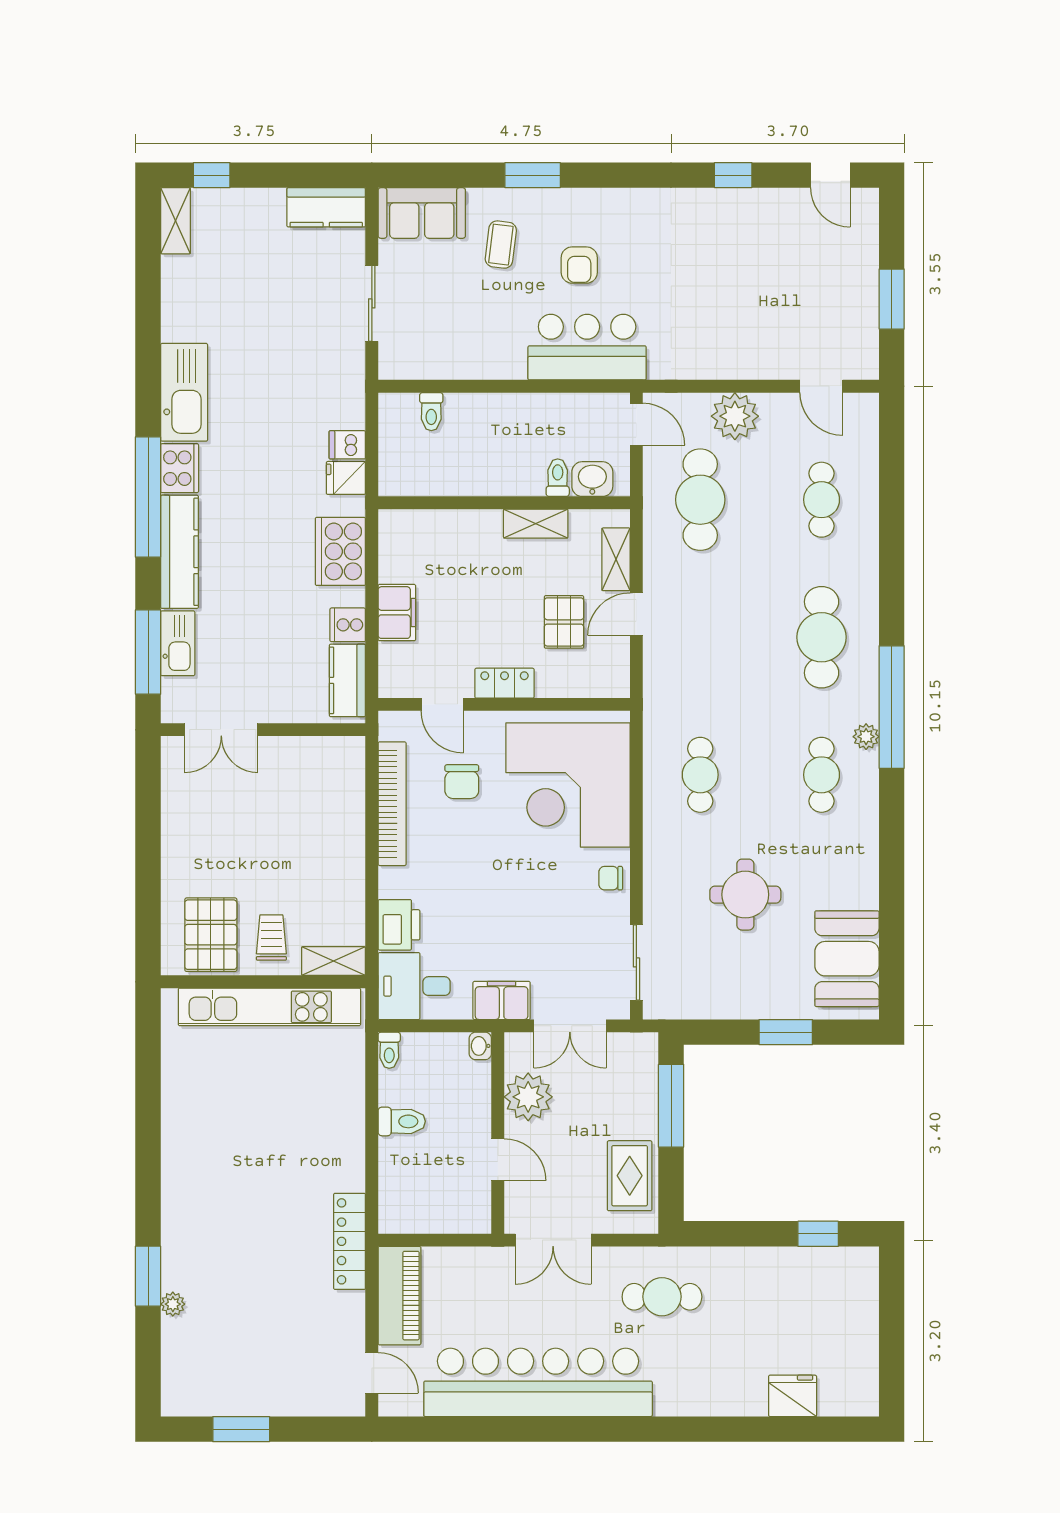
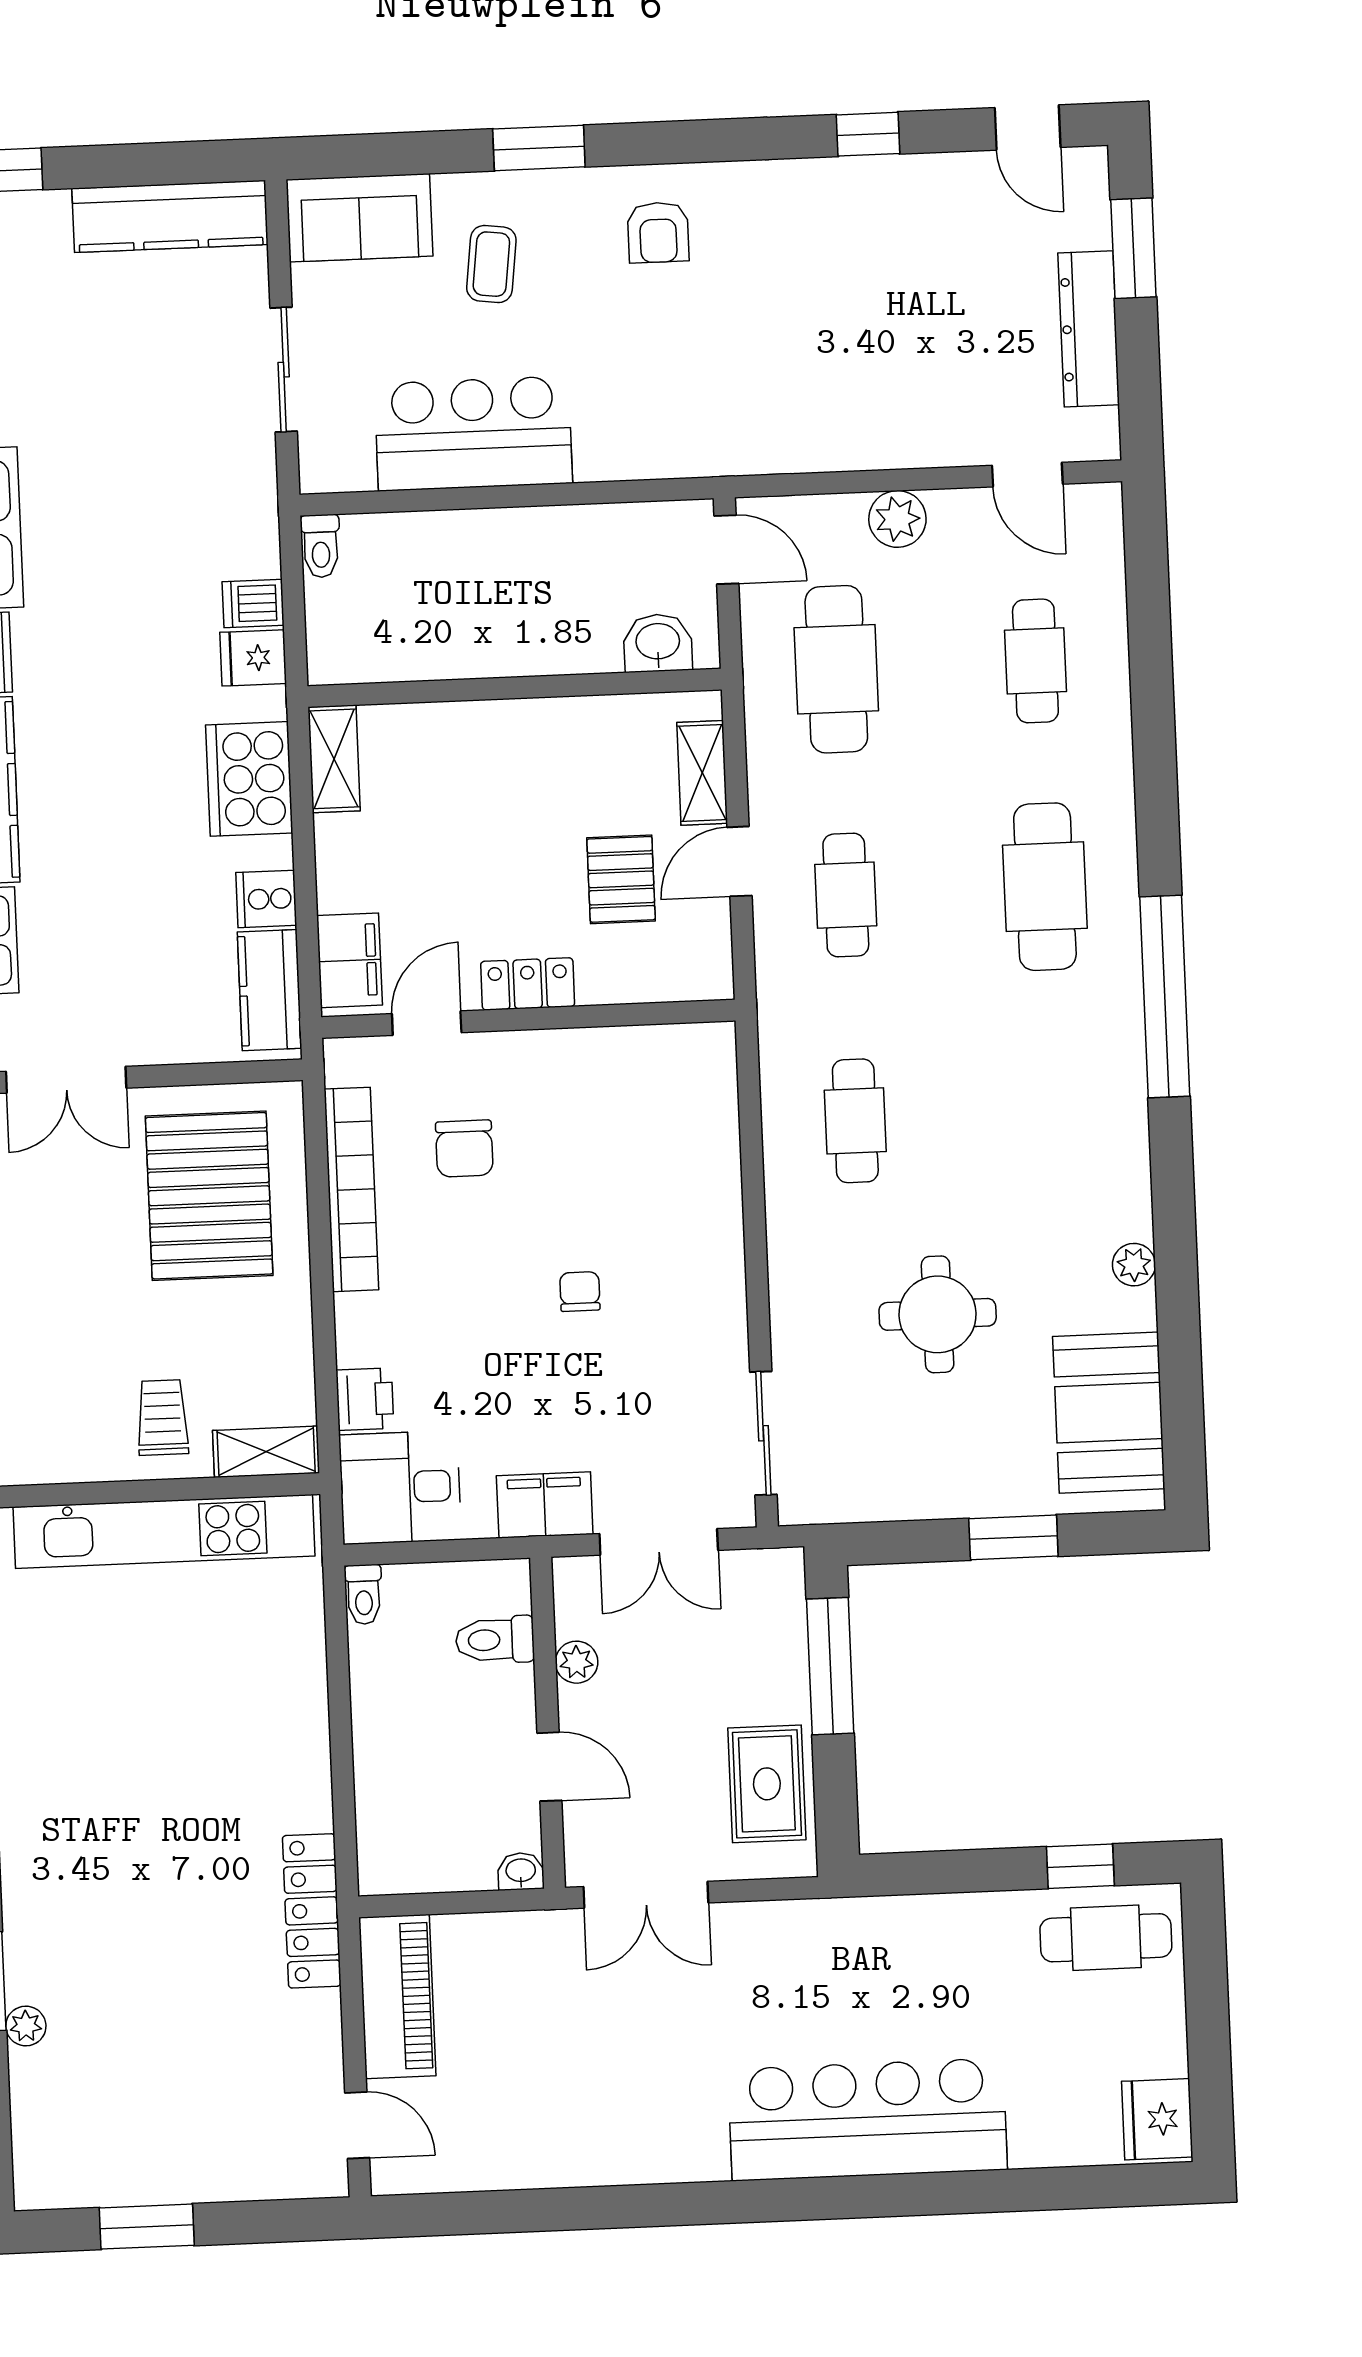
kitchen counter: (326, 207) -> (170, 216), width x1.50
armchair: (579, 265) -> (658, 232), moved
dresser: (862, 299) -> (1089, 329), added
window: (892, 299) -> (1133, 248), moved
bar counter: (587, 347) -> (473, 434), moved
toilet: (431, 412) -> (321, 546), moved
plant: (735, 416) -> (897, 519), width x0.73, depth x0.73
toilet: (558, 478) -> (601, 643), removed
shelving: (536, 524) -> (334, 759), moved, turned 90
filing cabinet: (397, 613) -> (350, 960), moved
door: (442, 704) -> (427, 1023), swing flipped
plant: (866, 737) -> (1134, 1265), moved
cafe table: (822, 775) -> (846, 895), moved
corner desk: (568, 785) -> (639, 1147), removed
chair: (611, 878) -> (580, 1292), moved, turned 90
printer: (399, 925) -> (365, 1399), width x0.73, depth x0.81
pallet: (211, 935) -> (209, 1196), moved, width x1.37, depth x1.41
washbasin: (480, 1046) -> (521, 1871), moved, turned 90
plant: (528, 1097) -> (577, 1662), width x0.53, depth x0.53
toilet: (402, 1121) -> (495, 1640), moved, turned 180
cafe table: (662, 1297) -> (1106, 1938), moved
bar counter: (538, 1382) -> (868, 2119), moved, width x0.73
fridge: (793, 1396) -> (1157, 2119), moved, turned -90

